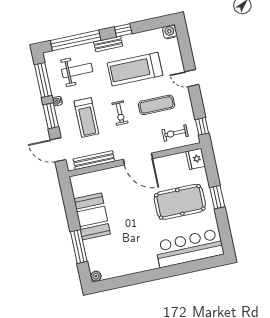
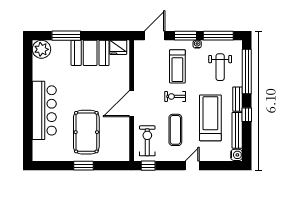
treadmill: (86, 117) -> (177, 66), turned -90
exercise bike: (175, 133) -> (147, 141), width x1.38, depth x1.39
fridge: (196, 159) -> (118, 47), moved, turned 180
bench: (94, 160) -> (237, 130), moved
bar counter: (189, 248) -> (44, 110), moved
plant: (96, 276) -> (41, 49), width x1.88, depth x1.88

